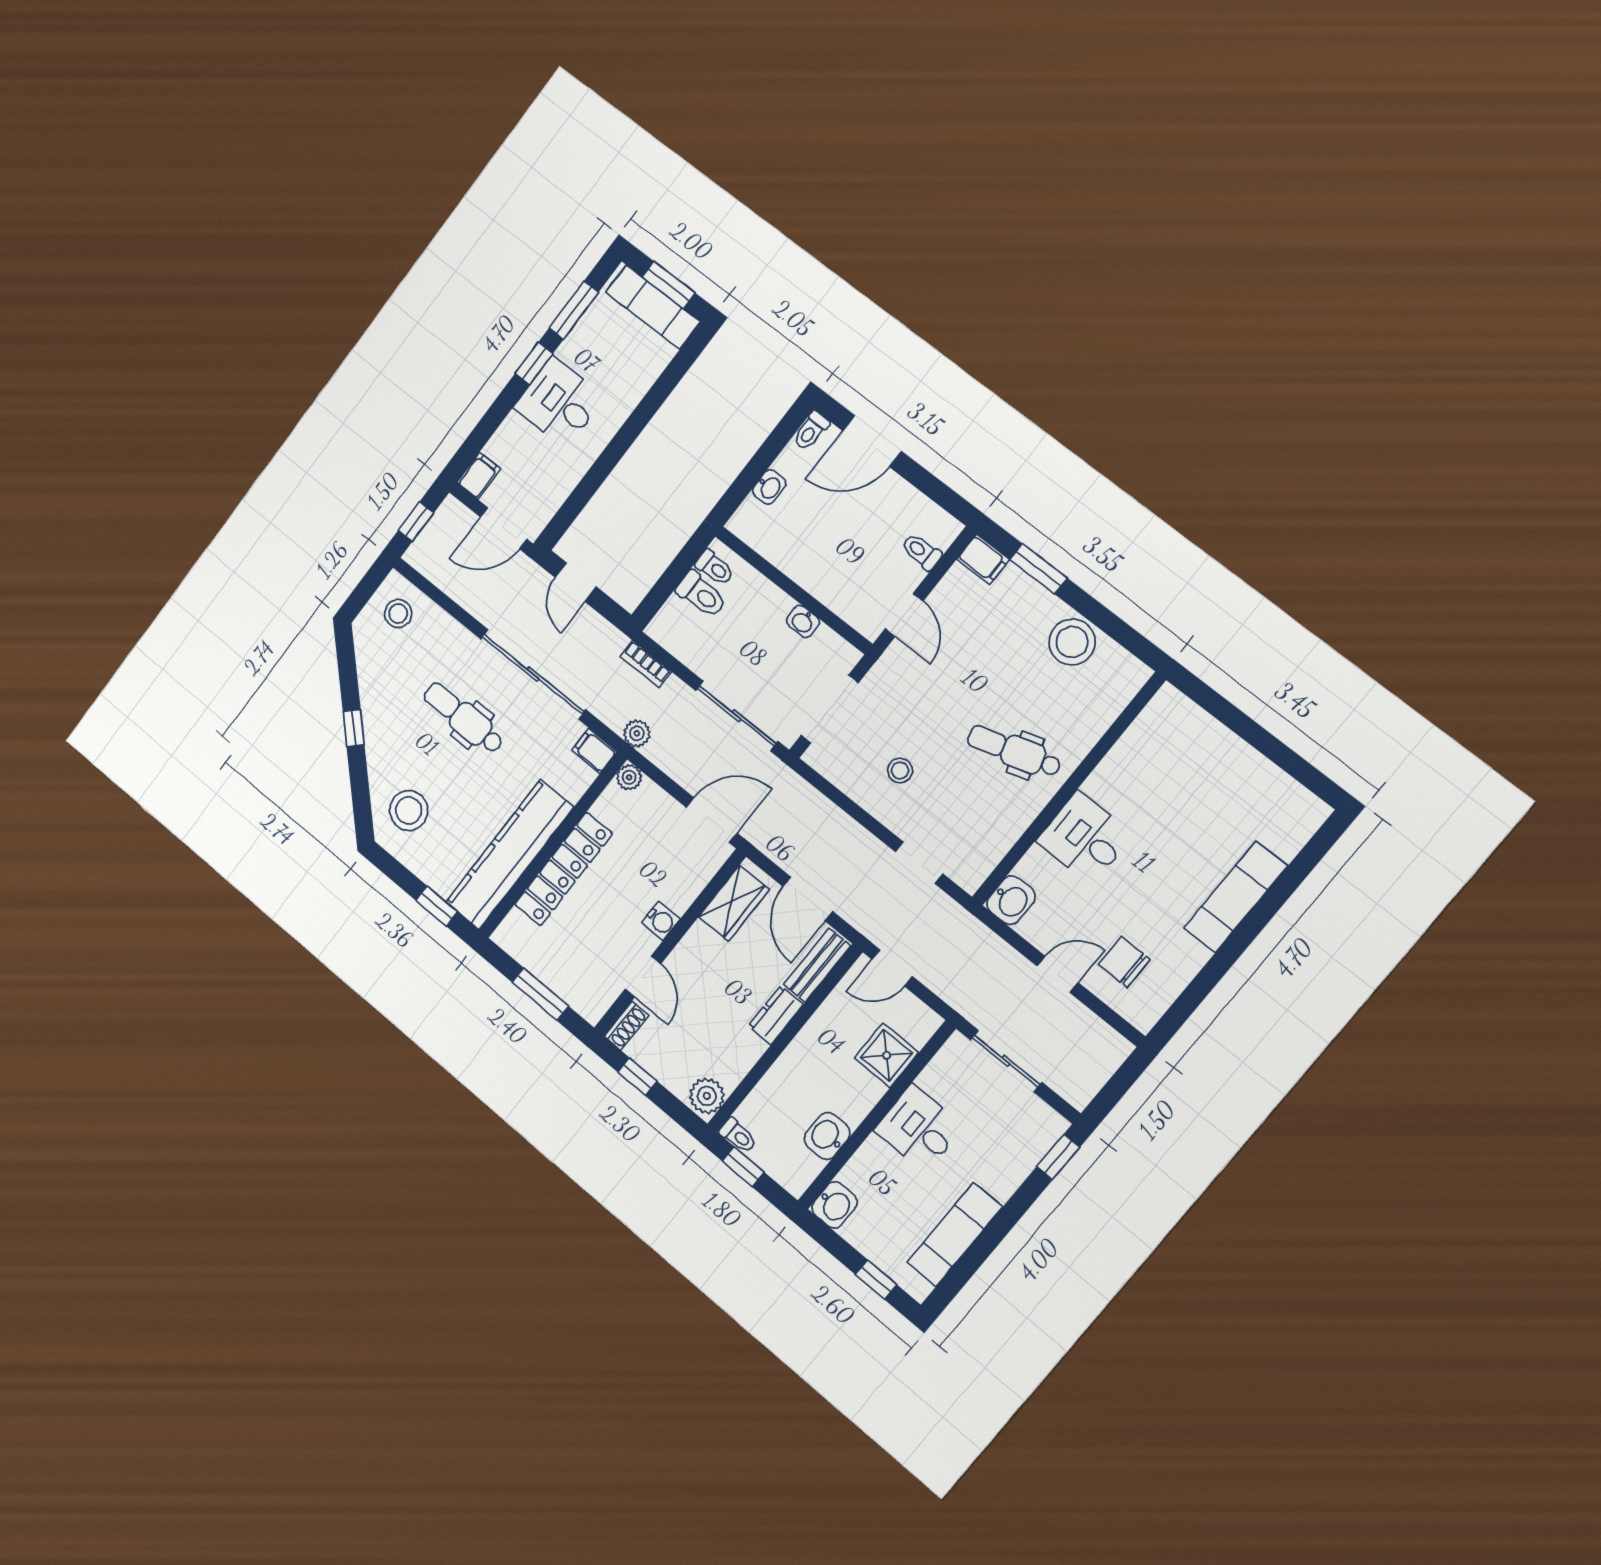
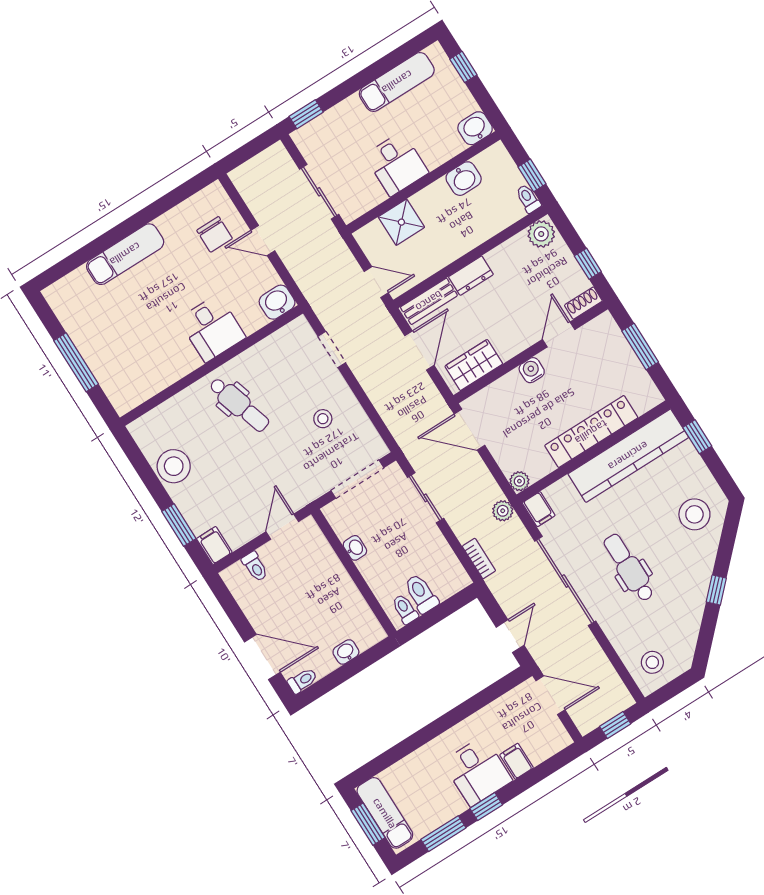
filing cabinet: (479, 476) -> (517, 761), moved, turned 90
sliding door: (737, 716) -> (426, 498), width x0.73
dental chair: (464, 718) -> (629, 568), turned 180
window: (1251, 732) -> (76, 362), added

